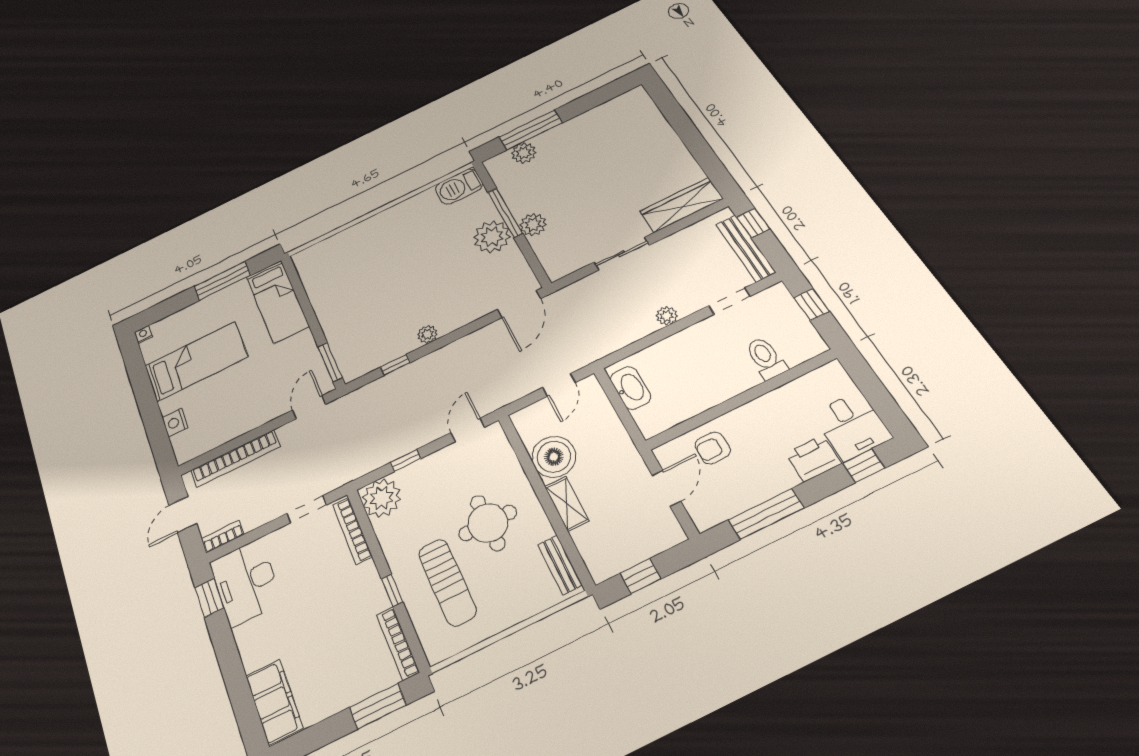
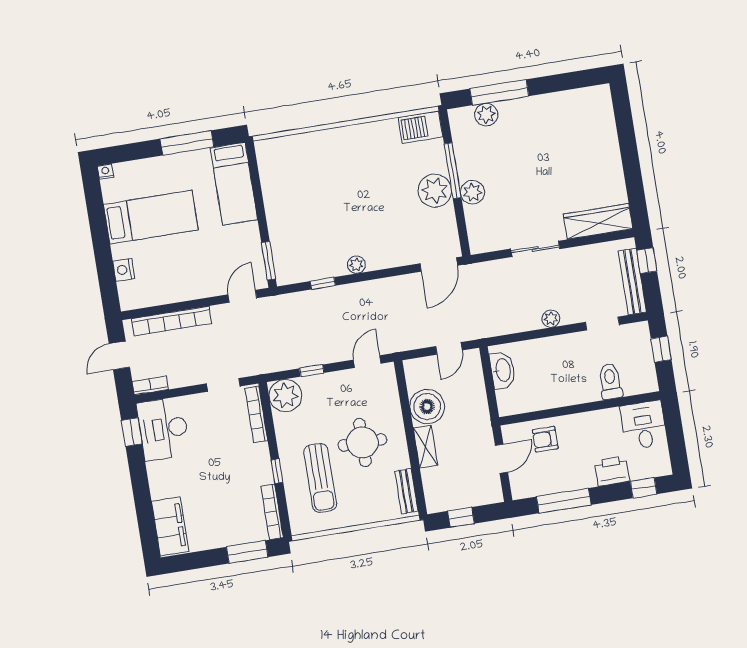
desk: (852, 426) -> (644, 425), moved, turned 180

